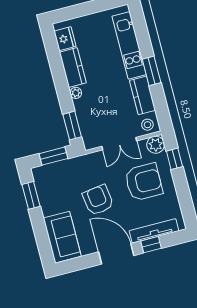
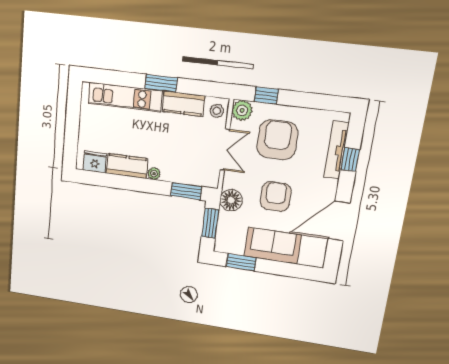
floor lamp: (80, 166) -> (231, 200), added
armchair: (98, 200) -> (276, 197), turned 98
sofa: (62, 237) -> (273, 246), moved
door: (116, 254) -> (339, 221), moved

